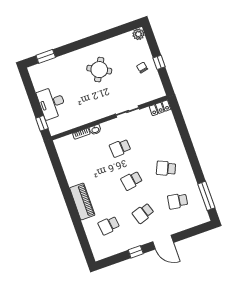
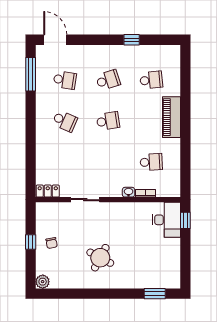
desk: (52, 103) -> (166, 220), moved
school desk: (120, 148) -> (151, 162), moved
door: (163, 242) -> (55, 40), moved

